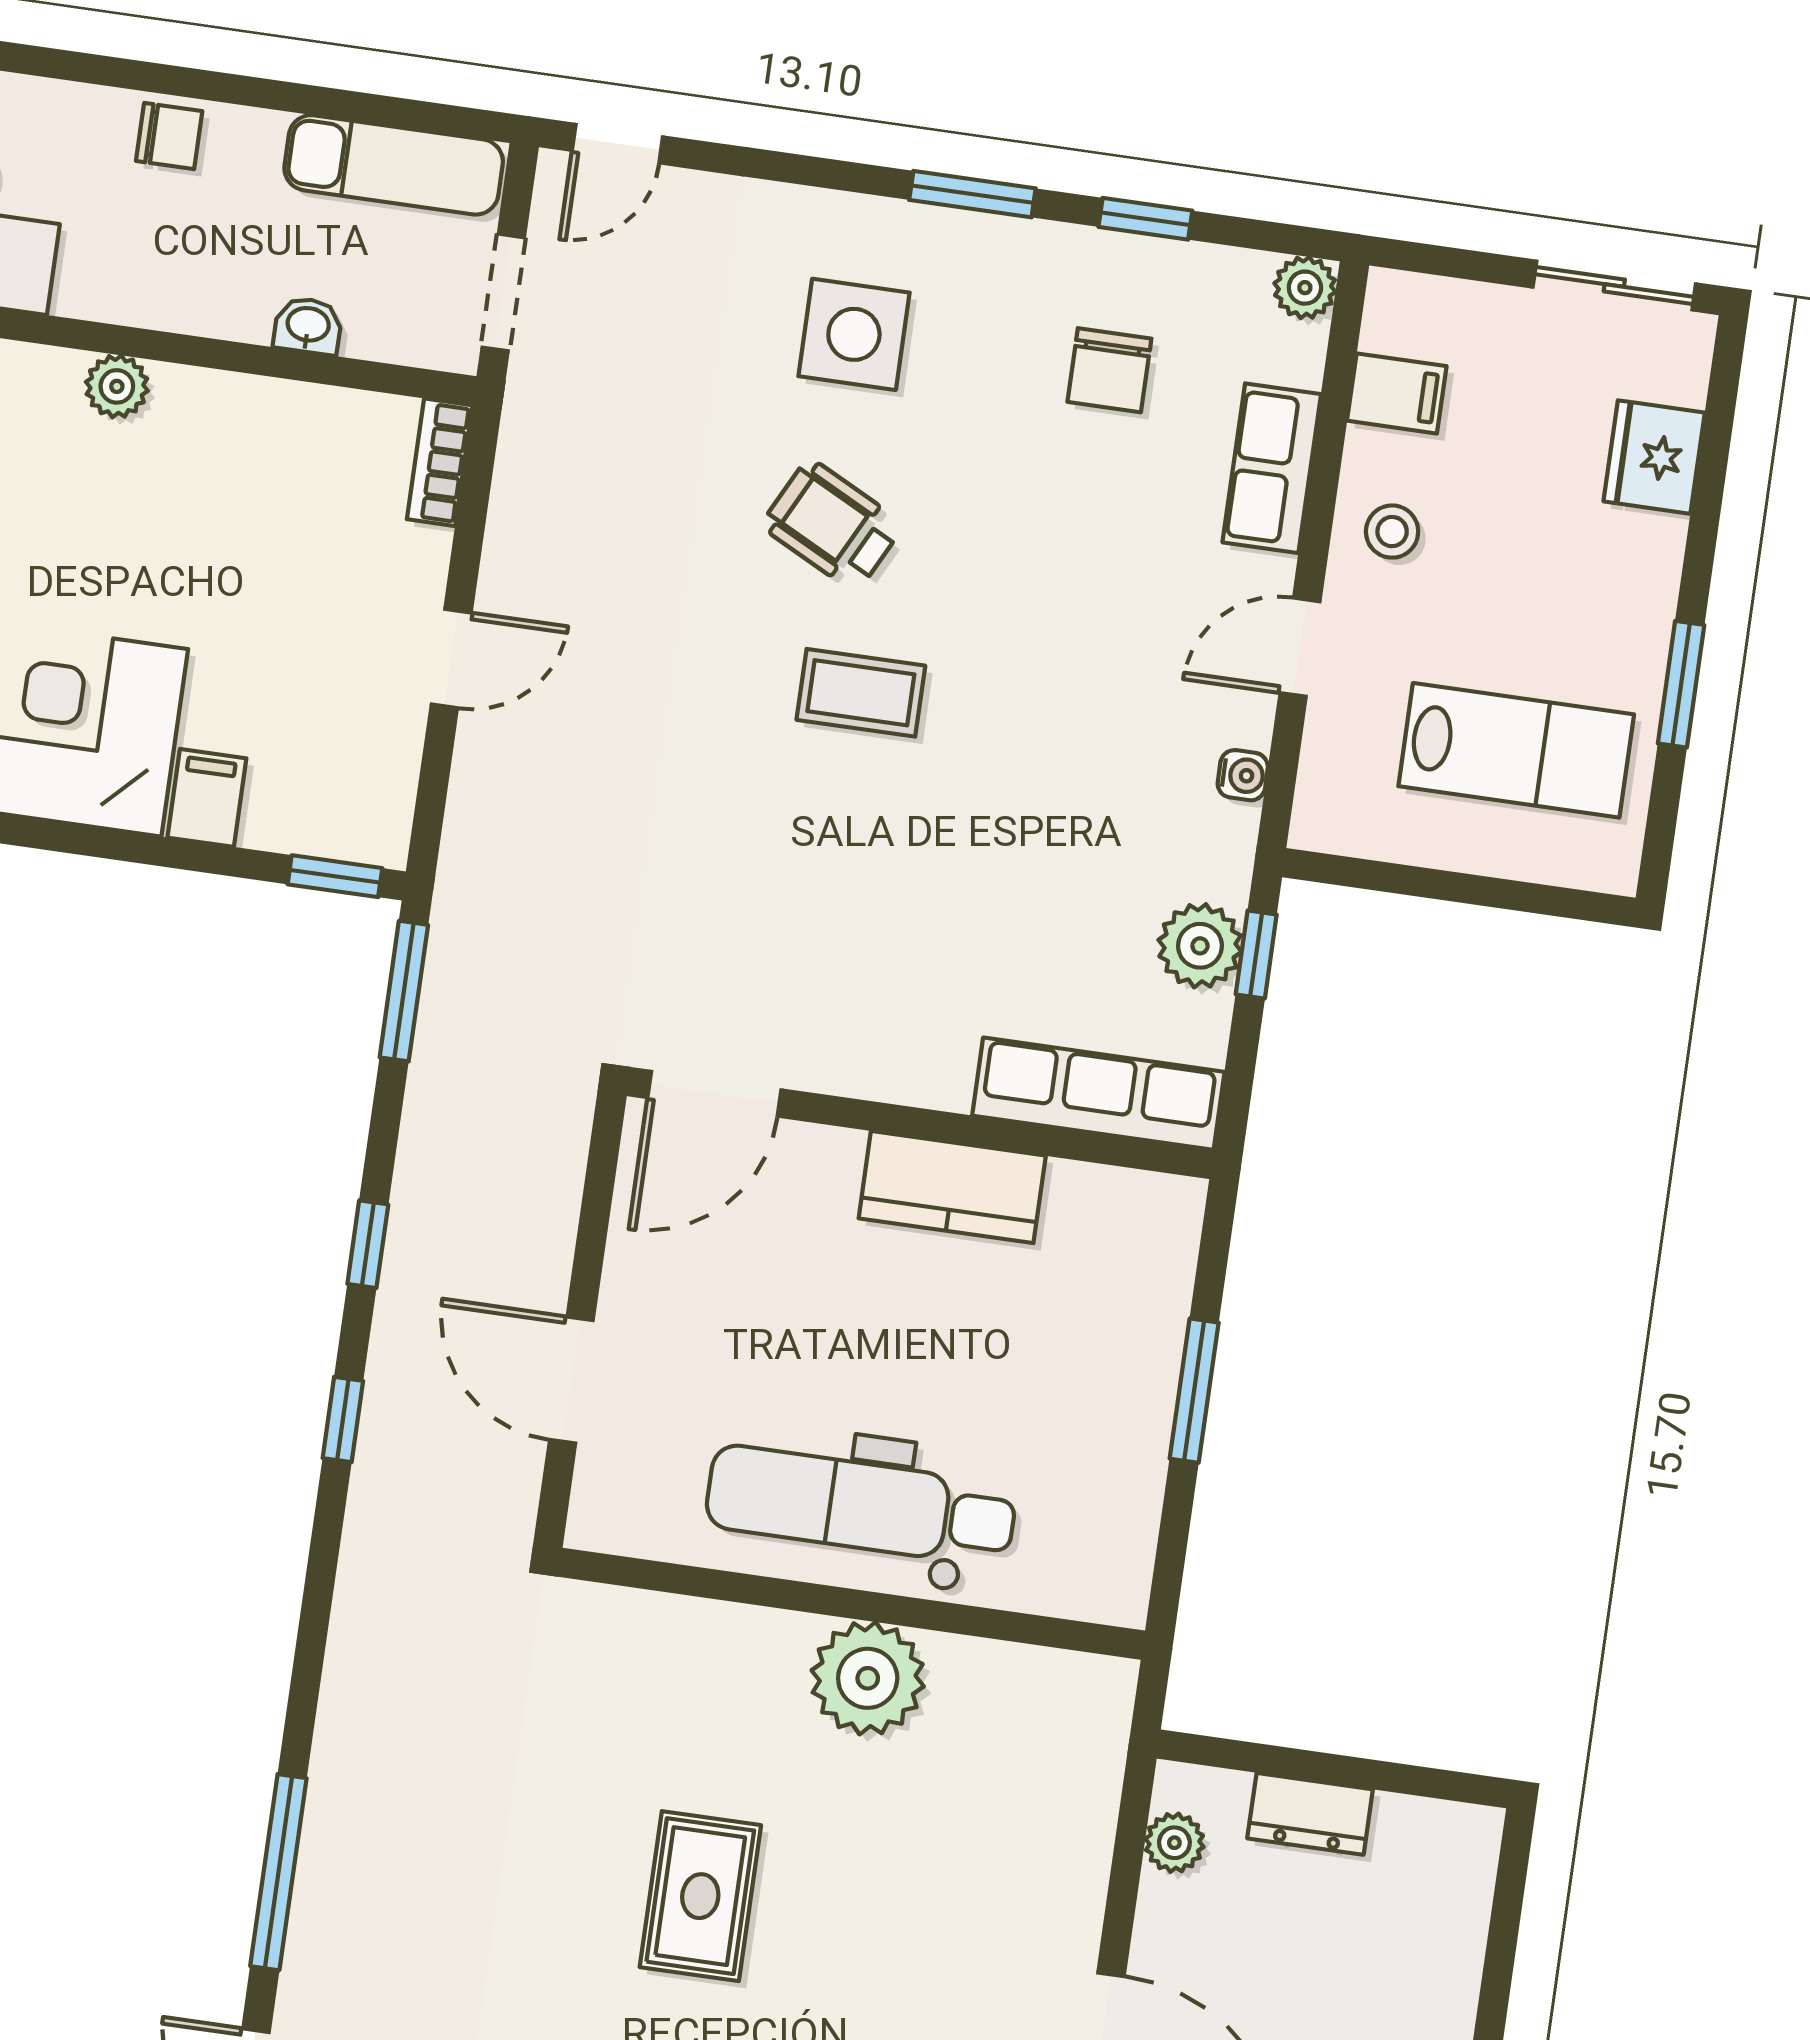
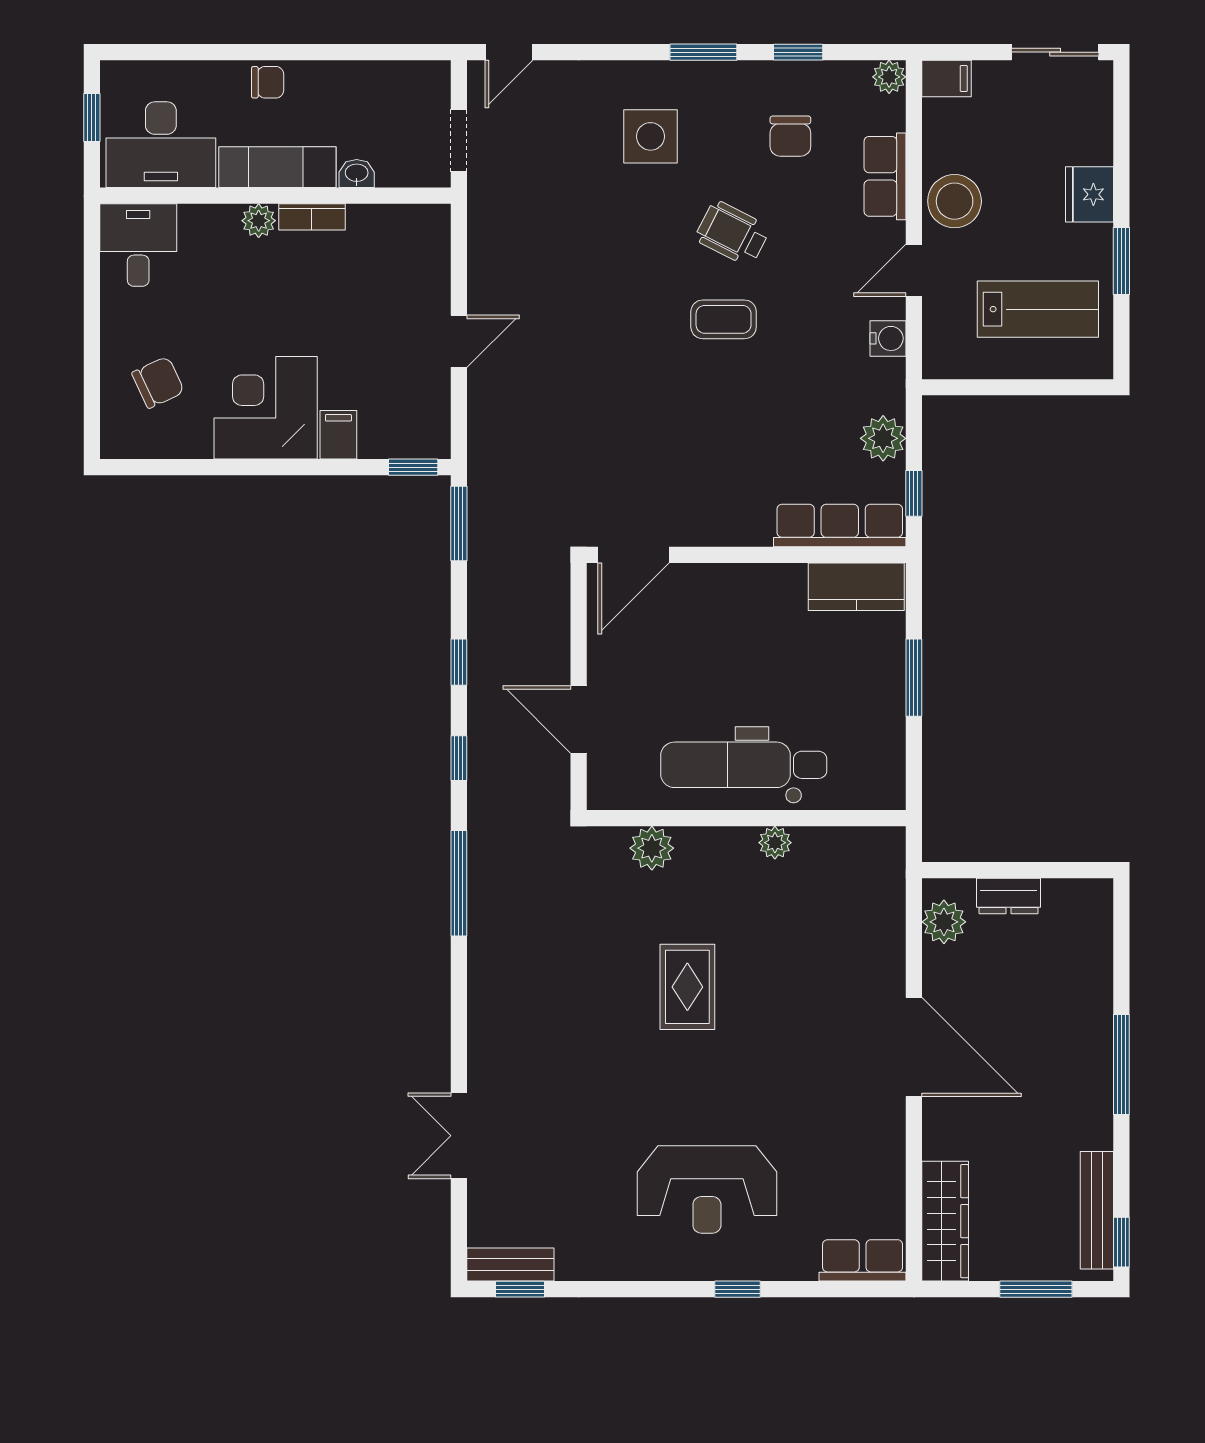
exam couch: (394, 165) -> (277, 167), moved, turned 180
filing cabinet: (1397, 393) -> (947, 78), moved
fridge: (1654, 457) -> (1090, 194), moved
bookcase: (440, 462) -> (312, 217), moved, turned -90
wheelchair: (832, 525) -> (732, 233), moved
stool: (1392, 532) -> (955, 201), width x1.89, depth x1.89
coffee table: (861, 693) -> (724, 319), moved
water cooler: (1243, 775) -> (888, 338), width x1.38, depth x1.38
window: (1256, 955) -> (914, 493), moved
kitchen counter: (952, 1187) -> (856, 587), moved
plant: (671, 1634) -> (652, 848), added
plant: (868, 1678) -> (775, 843), width x0.53, depth x0.53
plant: (1174, 1843) -> (944, 922), width x1.38, depth x1.38
window: (278, 1872) -> (459, 883), moved

